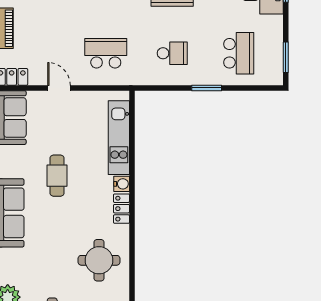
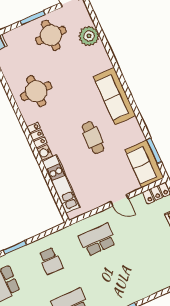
school desk: (106, 53) -> (98, 240), turned 180
school desk: (172, 53) -> (51, 261), turned -90

